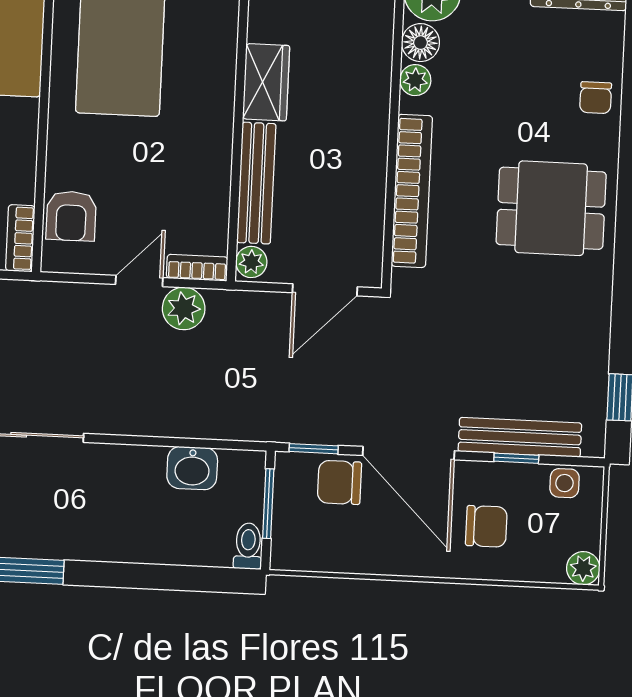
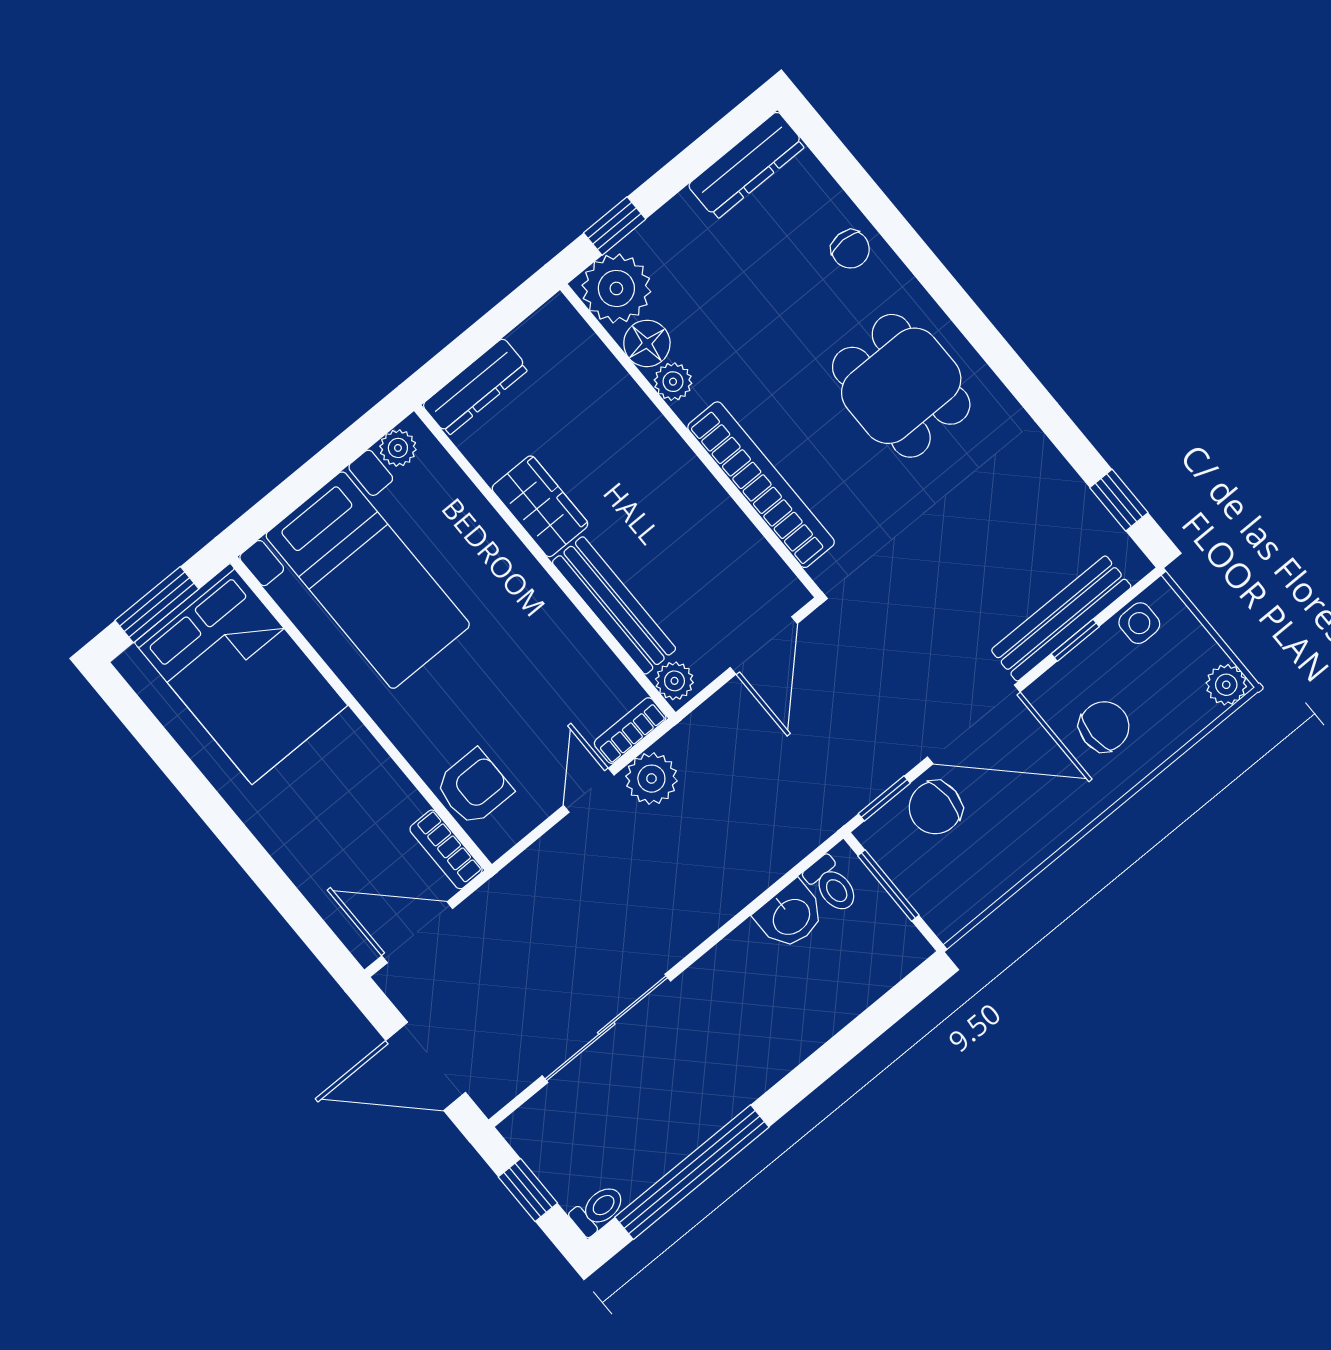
dining table: (551, 208) -> (901, 386), turned 90
armchair: (71, 216) -> (474, 787), turned -90
toilet: (248, 546) -> (832, 885), moved, turned 180

